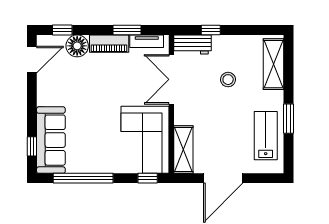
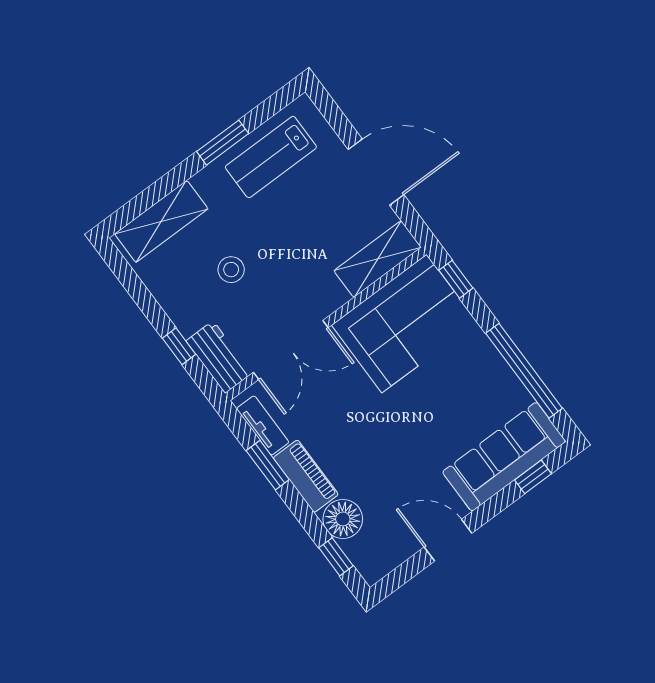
door: (32, 60) -> (448, 540), moved

